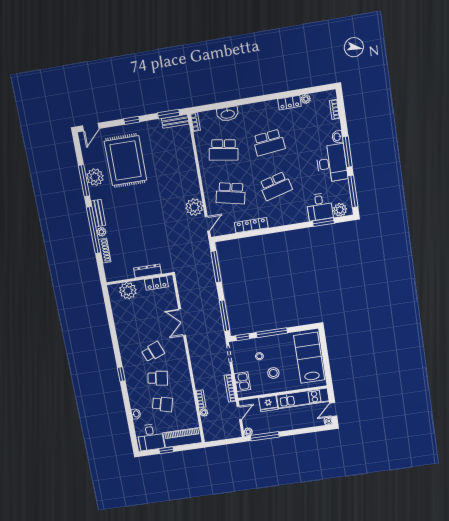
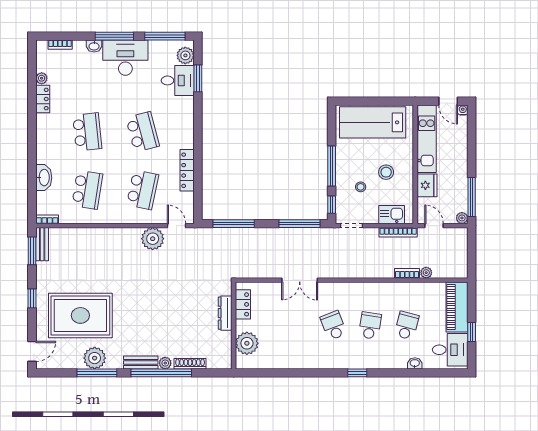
door: (91, 127) -> (32, 351), hinge flipped

